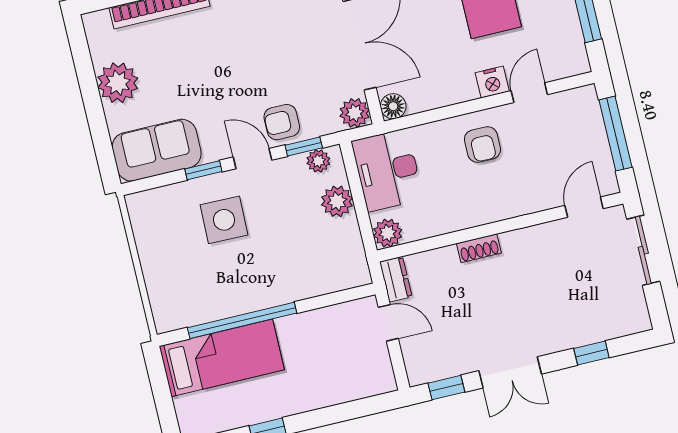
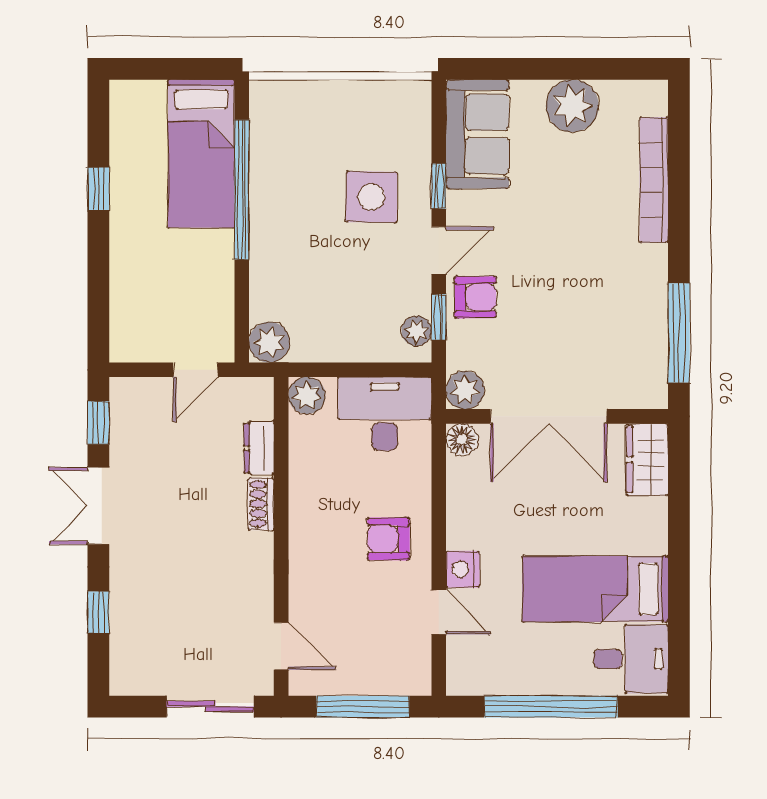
armchair: (282, 122) -> (475, 297), turned 90
plant: (337, 201) -> (269, 342), moved
dresser: (396, 279) -> (259, 448), moved, turned 90

